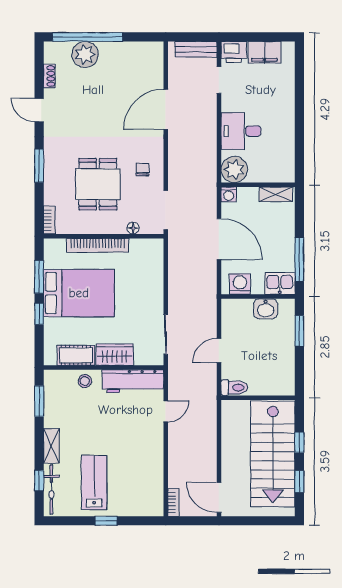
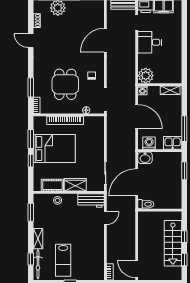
desk: (241, 131) -> (150, 42), moved
window: (39, 166) -> (31, 87), moved
washbasin: (266, 309) -> (145, 158), moved
door: (219, 351) -> (137, 182), width x1.87
workbench: (133, 381) -> (91, 200), width x0.73
stairs: (273, 454) -> (173, 243), width x0.73, depth x0.66
lab bench: (94, 483) -> (63, 260), turned 180

